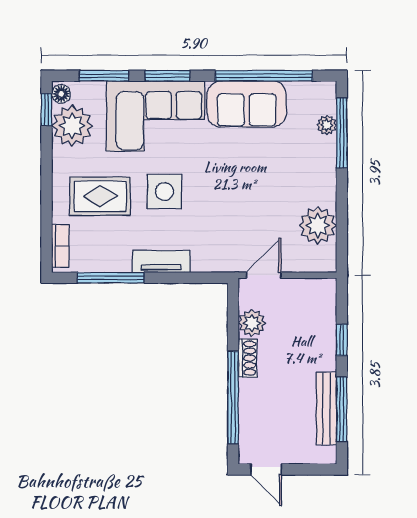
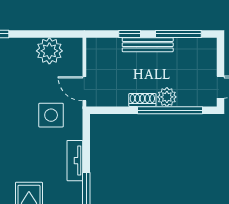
side table: (164, 192) -> (51, 115), moved
plant: (252, 323) -> (167, 97), moved
bench: (326, 408) -> (148, 45), moved

